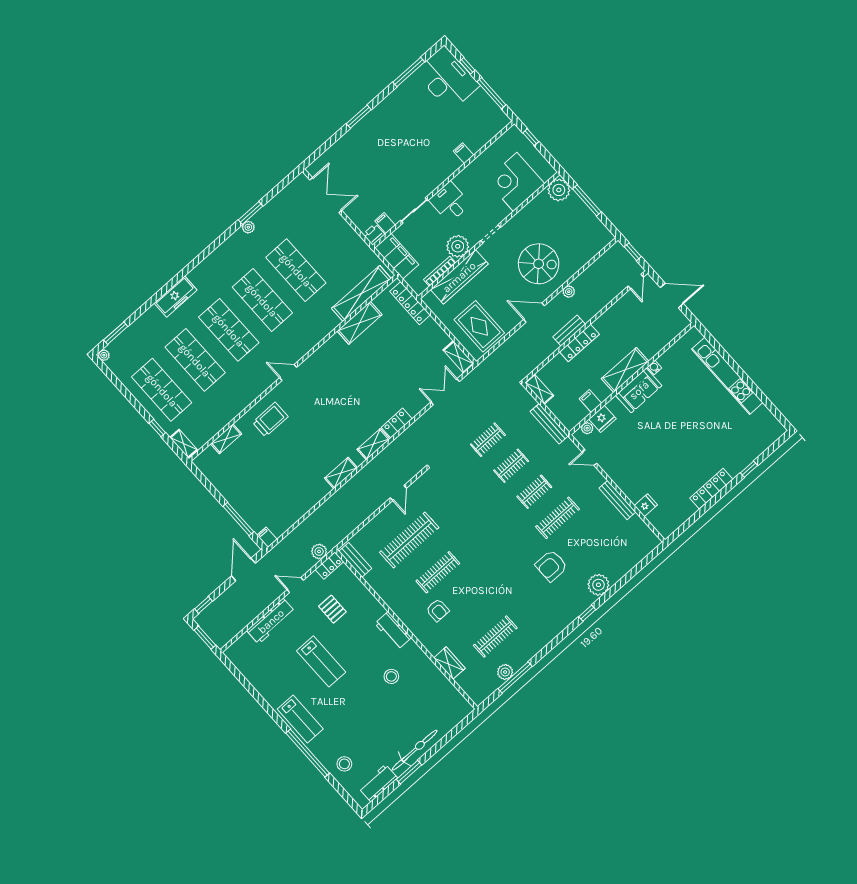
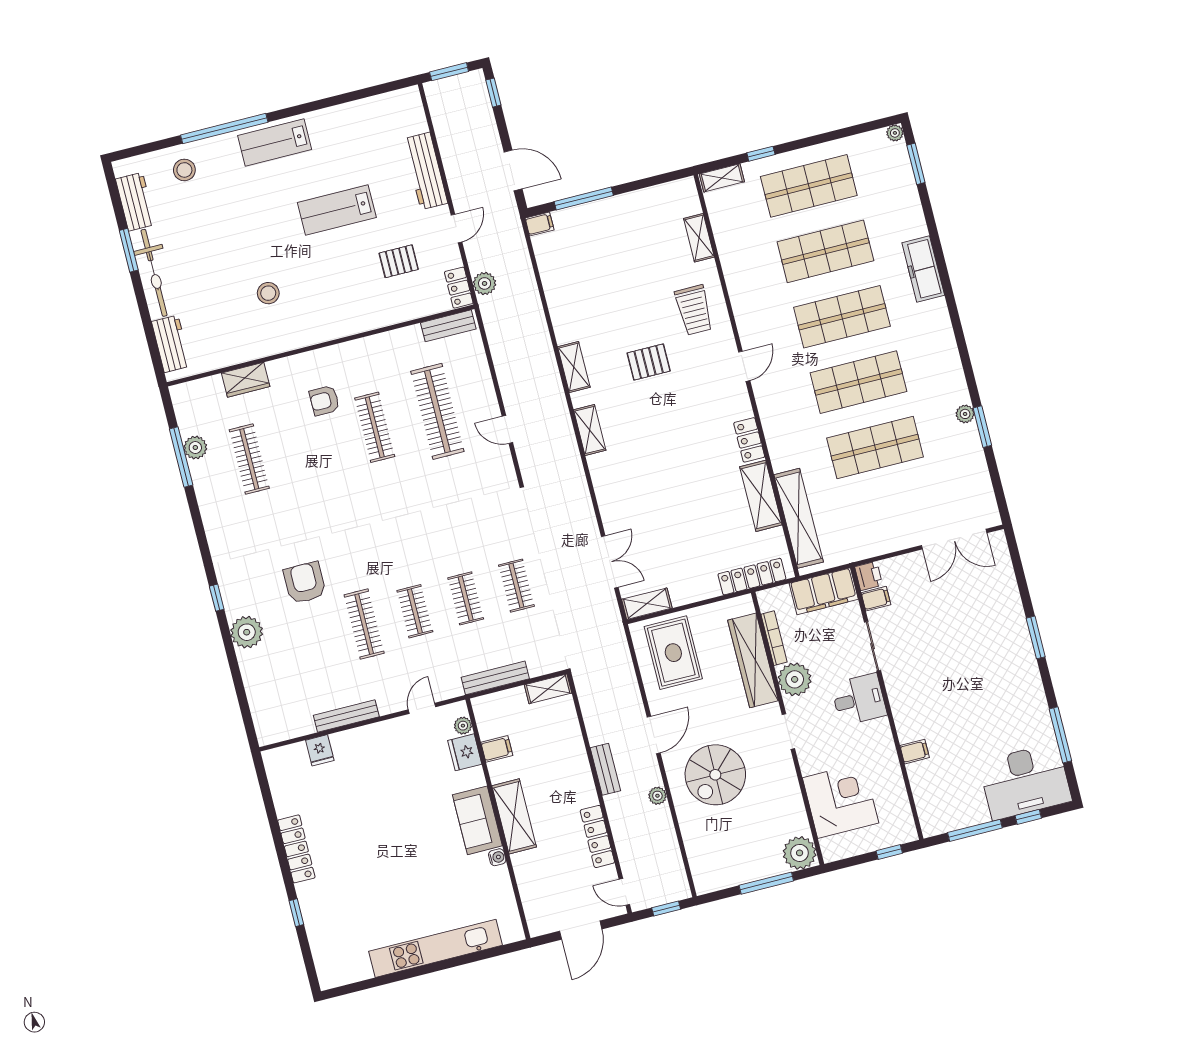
rug: (479, 326) -> (673, 653), turned 90
locker: (579, 343) -> (597, 836), moved
locker: (397, 423) -> (749, 440), moved, turned 180
pallet: (315, 430) -> (649, 362), added
workbench: (393, 631) -> (171, 344), moved, turned 90

